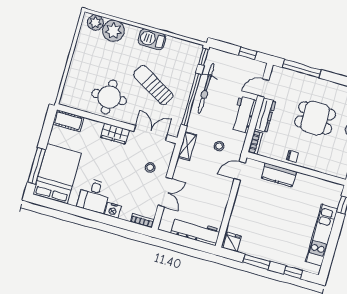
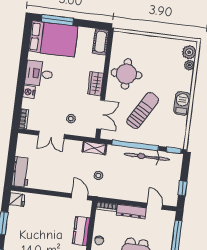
plant: (113, 31) -> (189, 65), width x0.53, depth x0.53
workbench: (244, 114) -> (129, 193), removed
workbench: (196, 231) -> (21, 172), width x0.73

